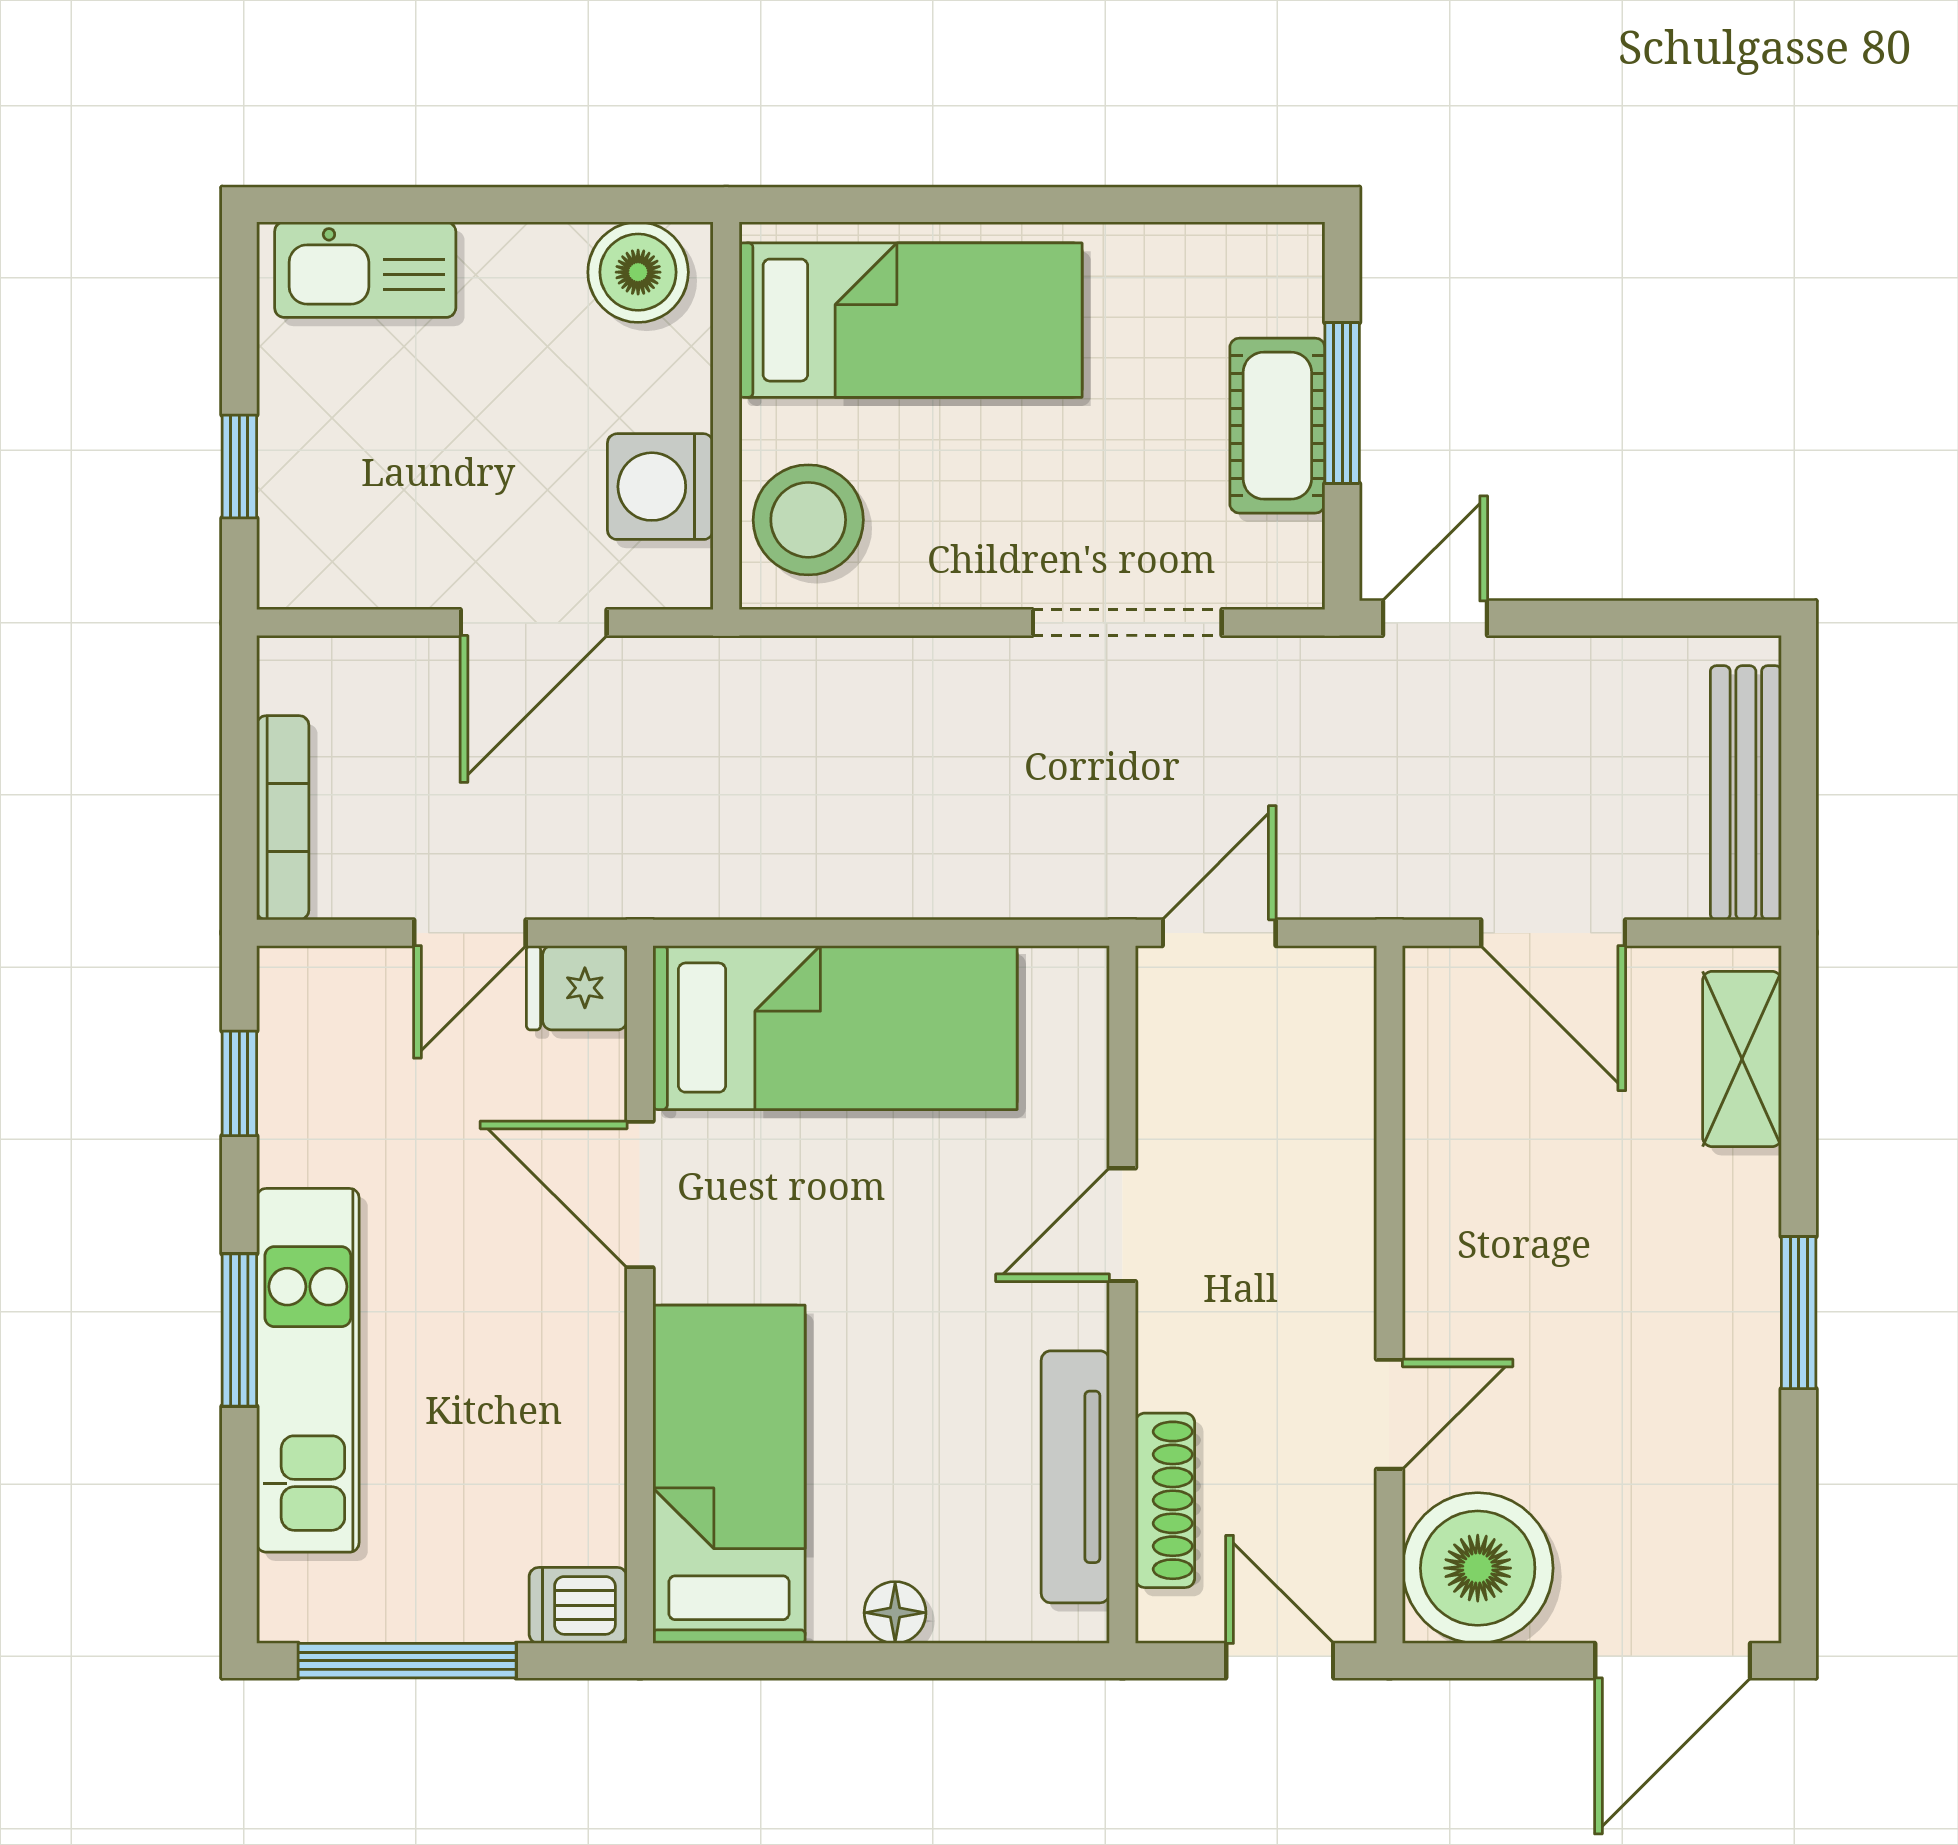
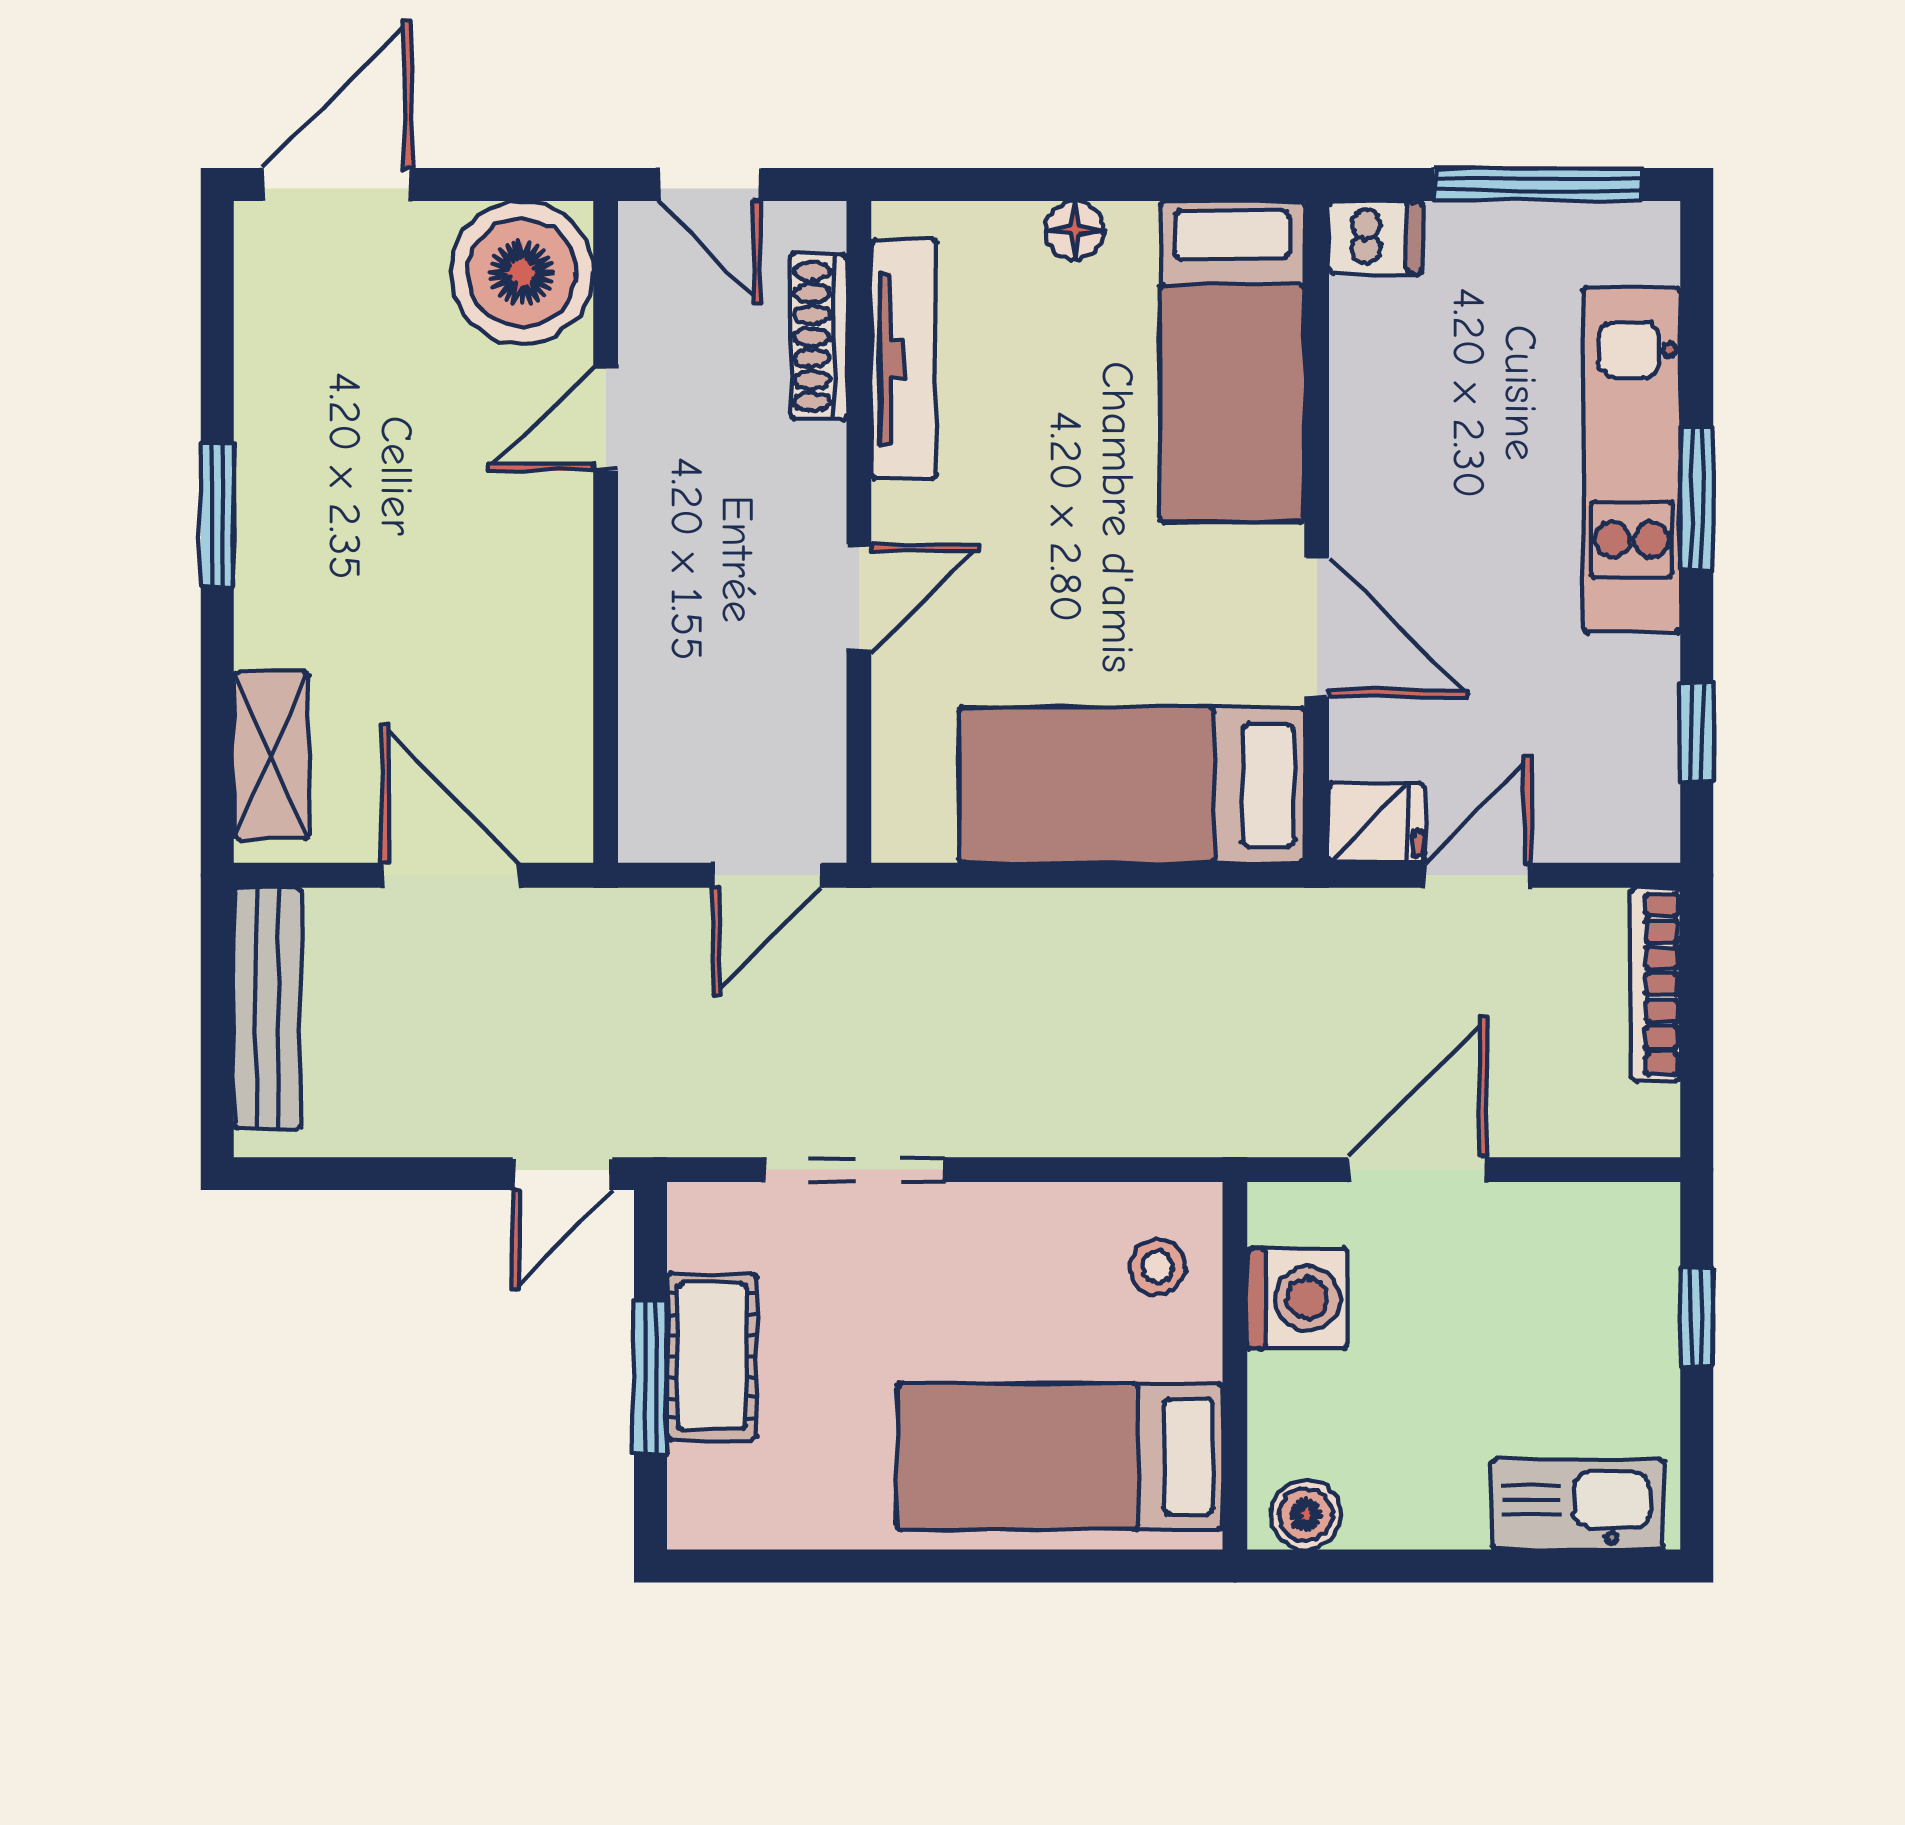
boiler: (638, 272) -> (1306, 1515), width x0.73, depth x0.73
stool: (808, 520) -> (1157, 1267), width x0.53, depth x0.53

